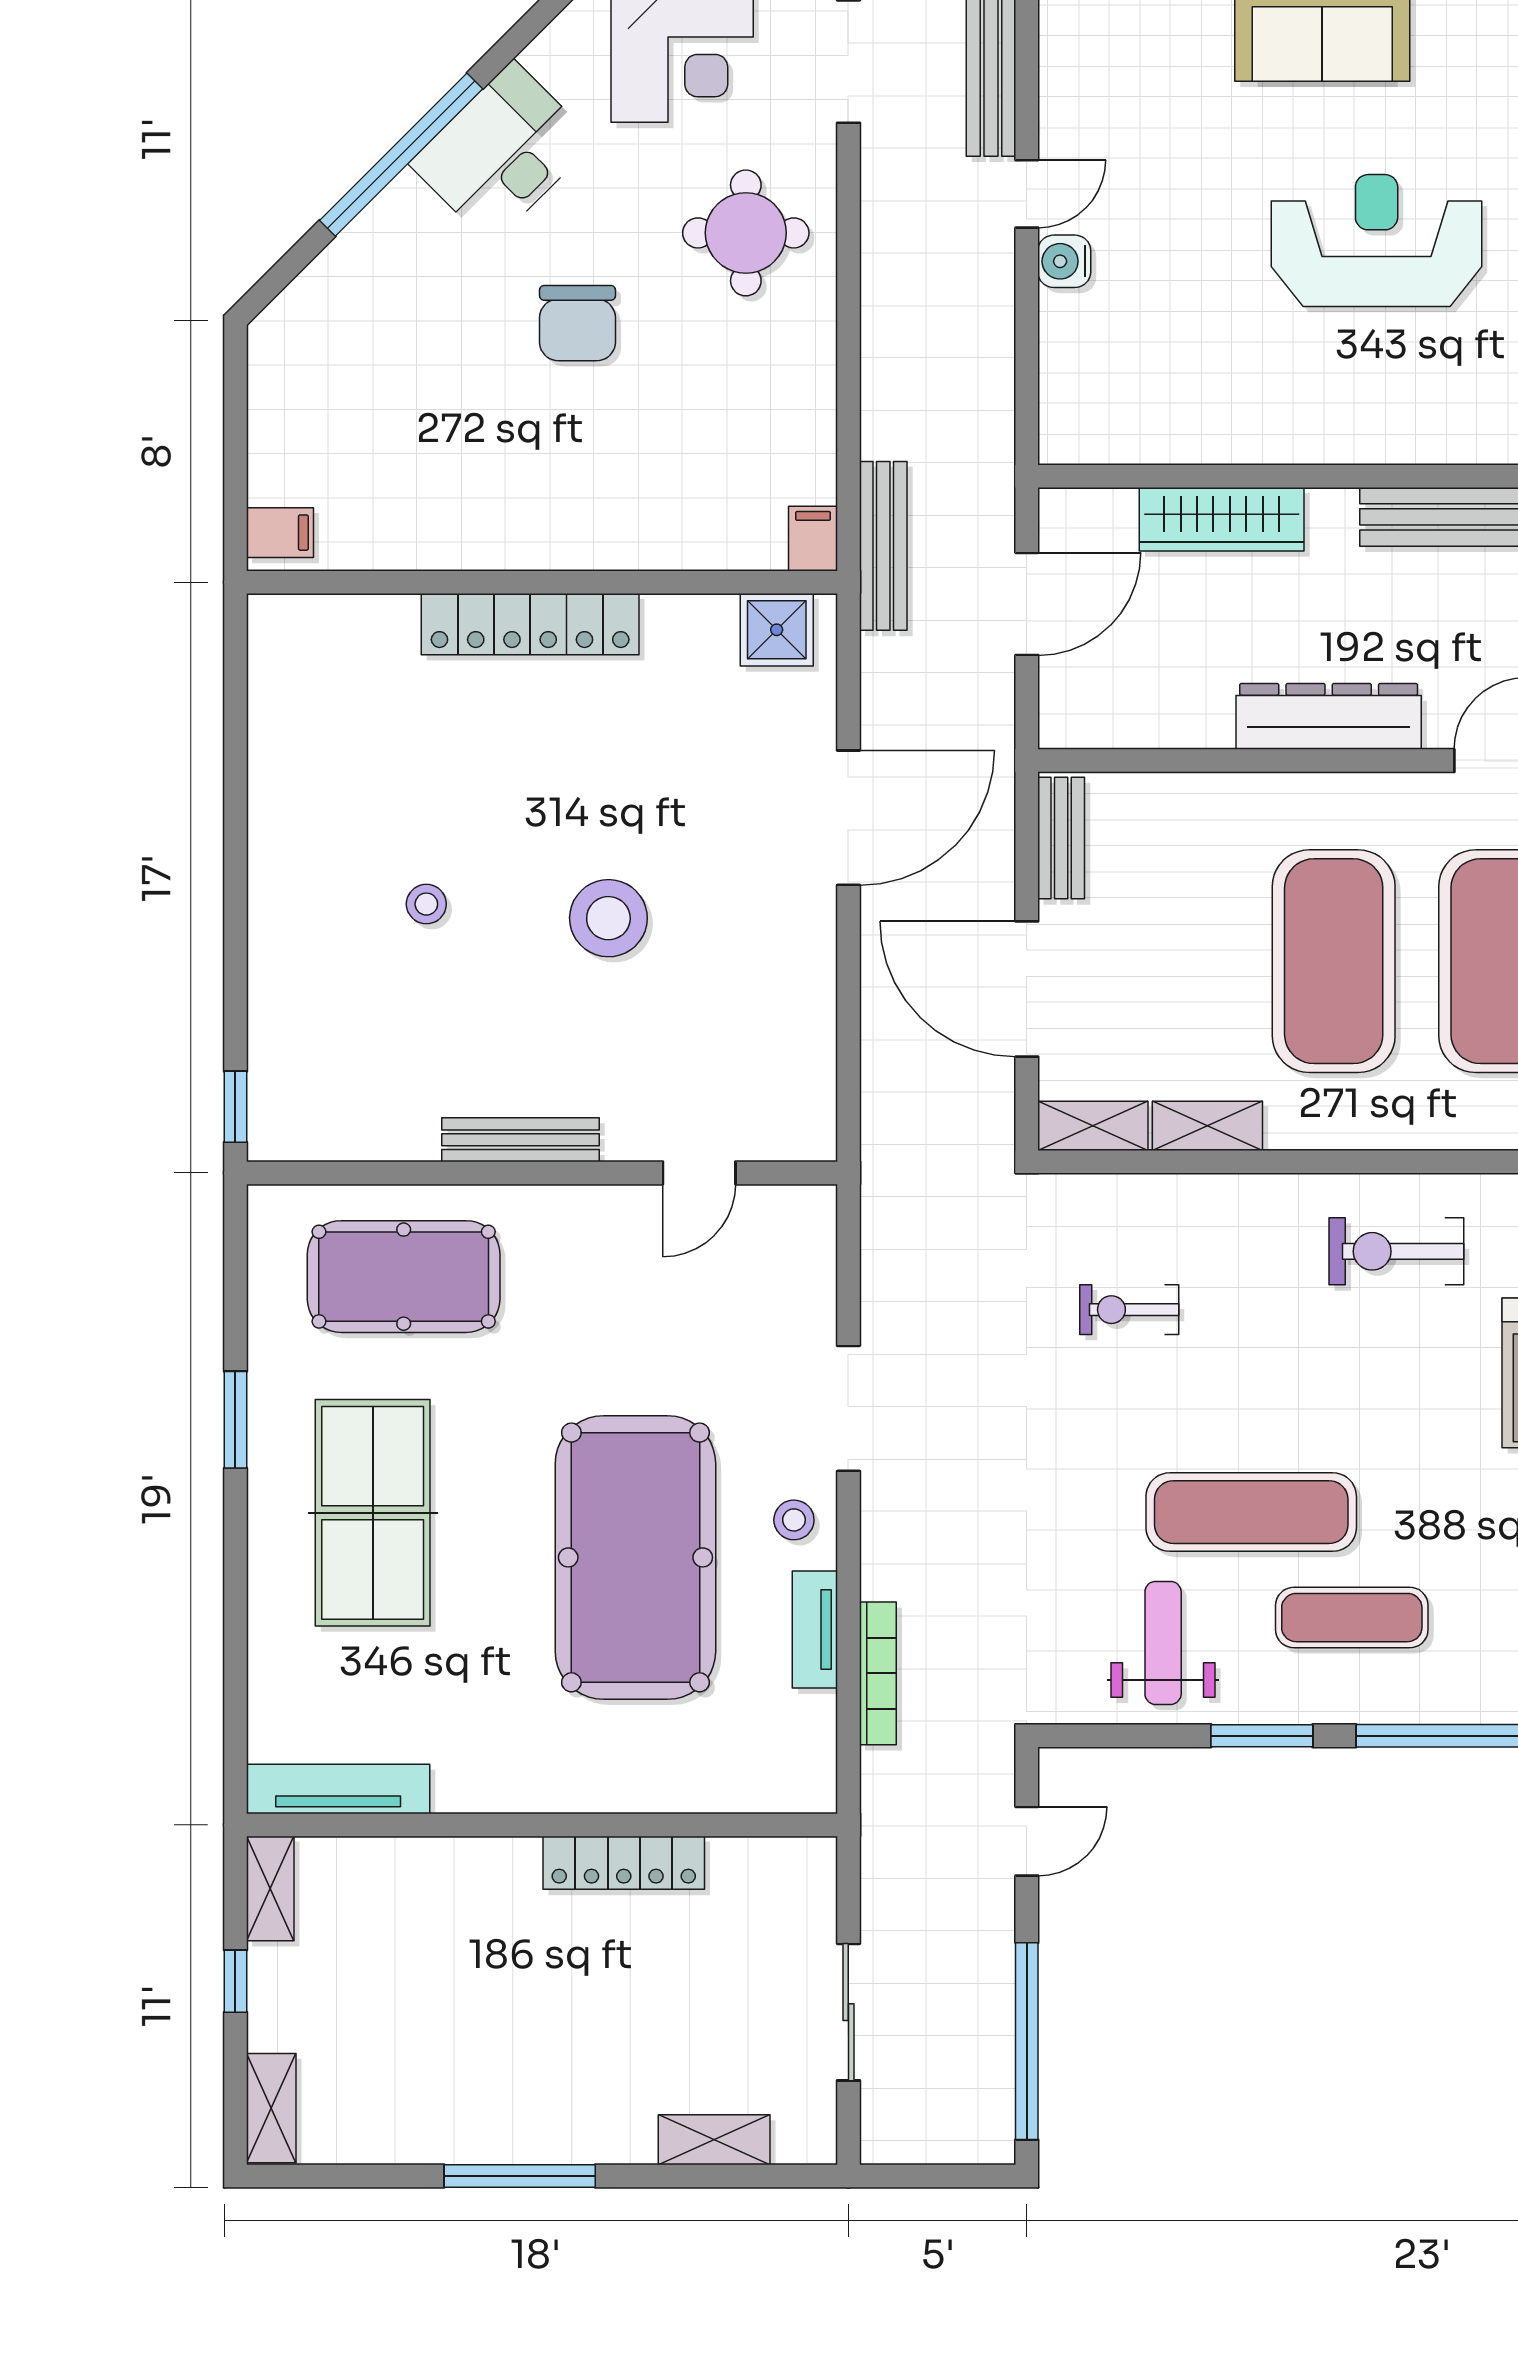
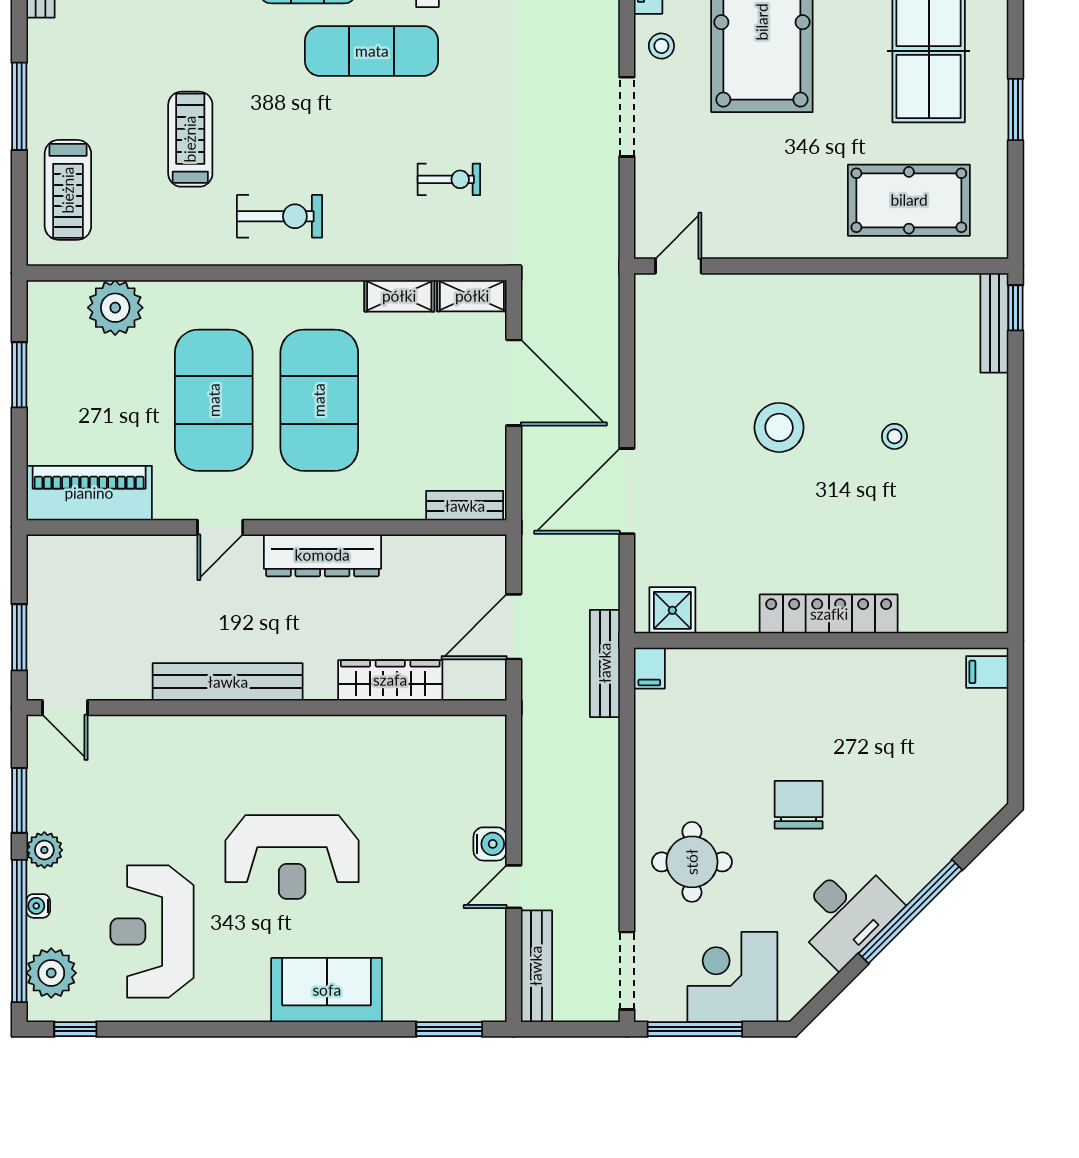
bench: (1061, 838) -> (465, 506), moved, turned 90
bench: (520, 1140) -> (994, 323), moved, turned 90
door: (699, 1173) -> (678, 266), moved

